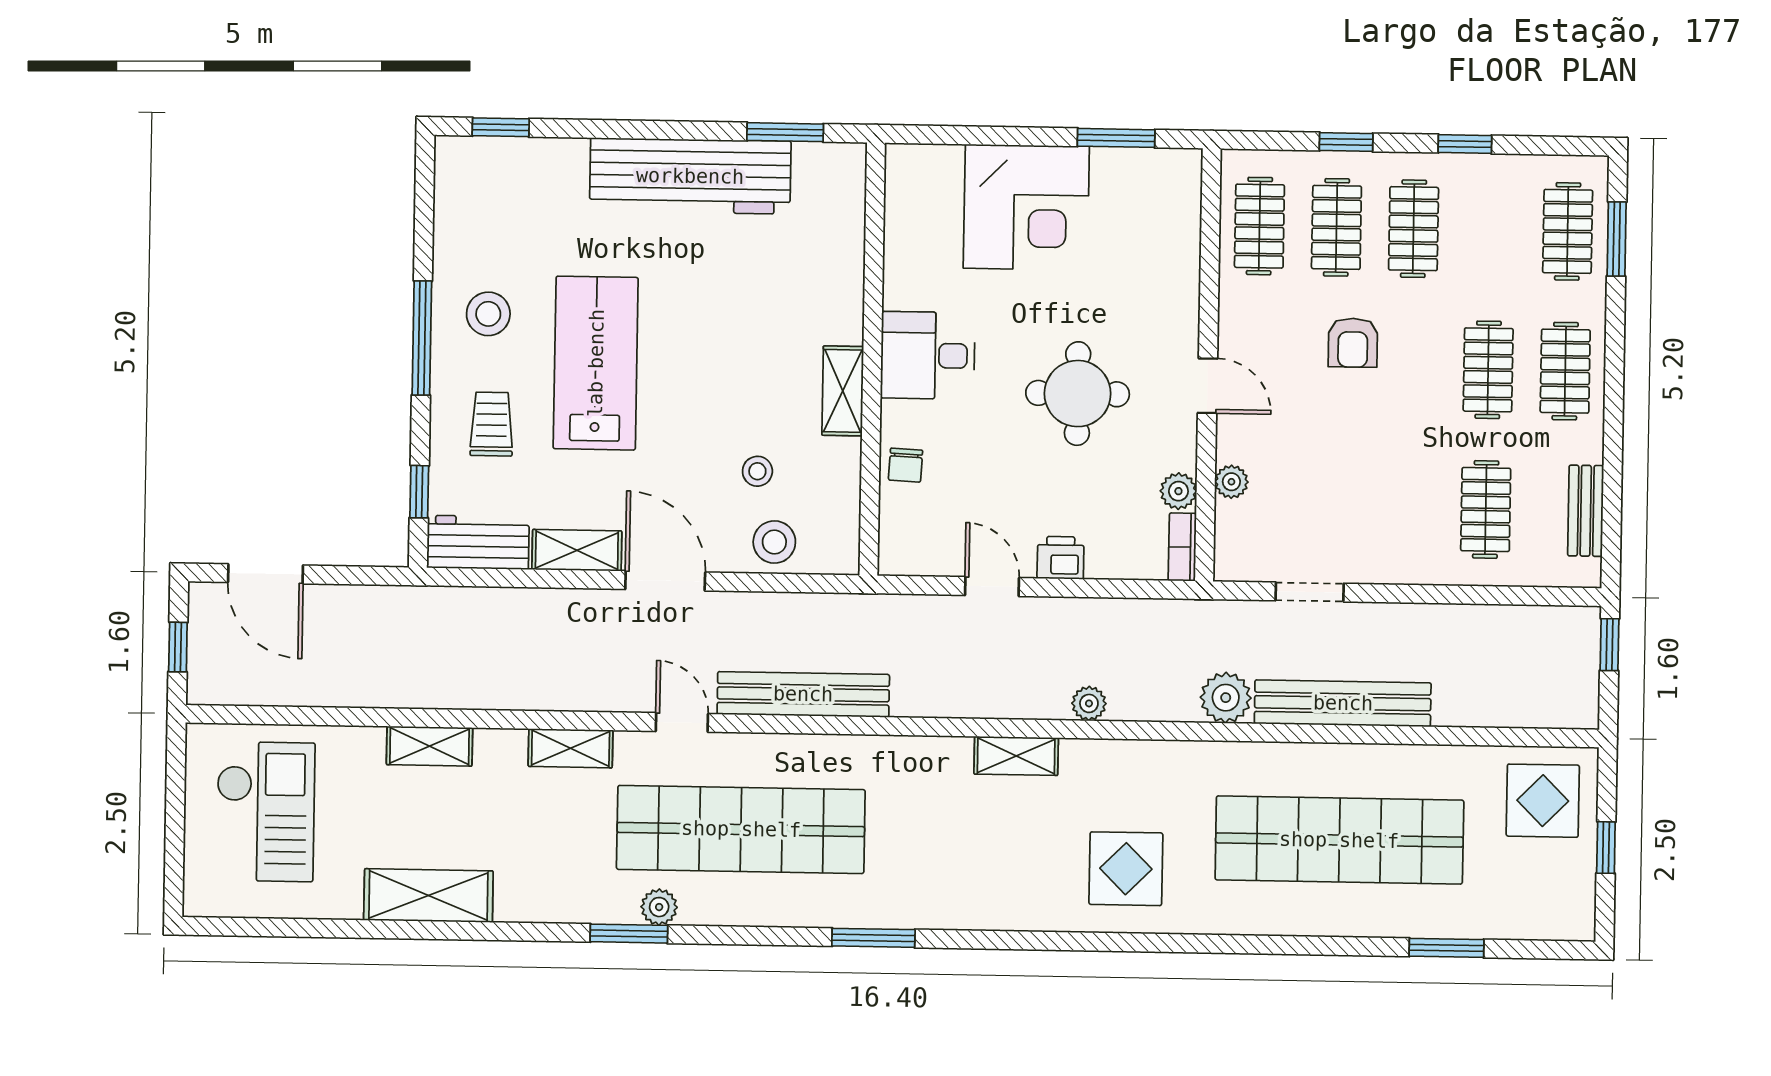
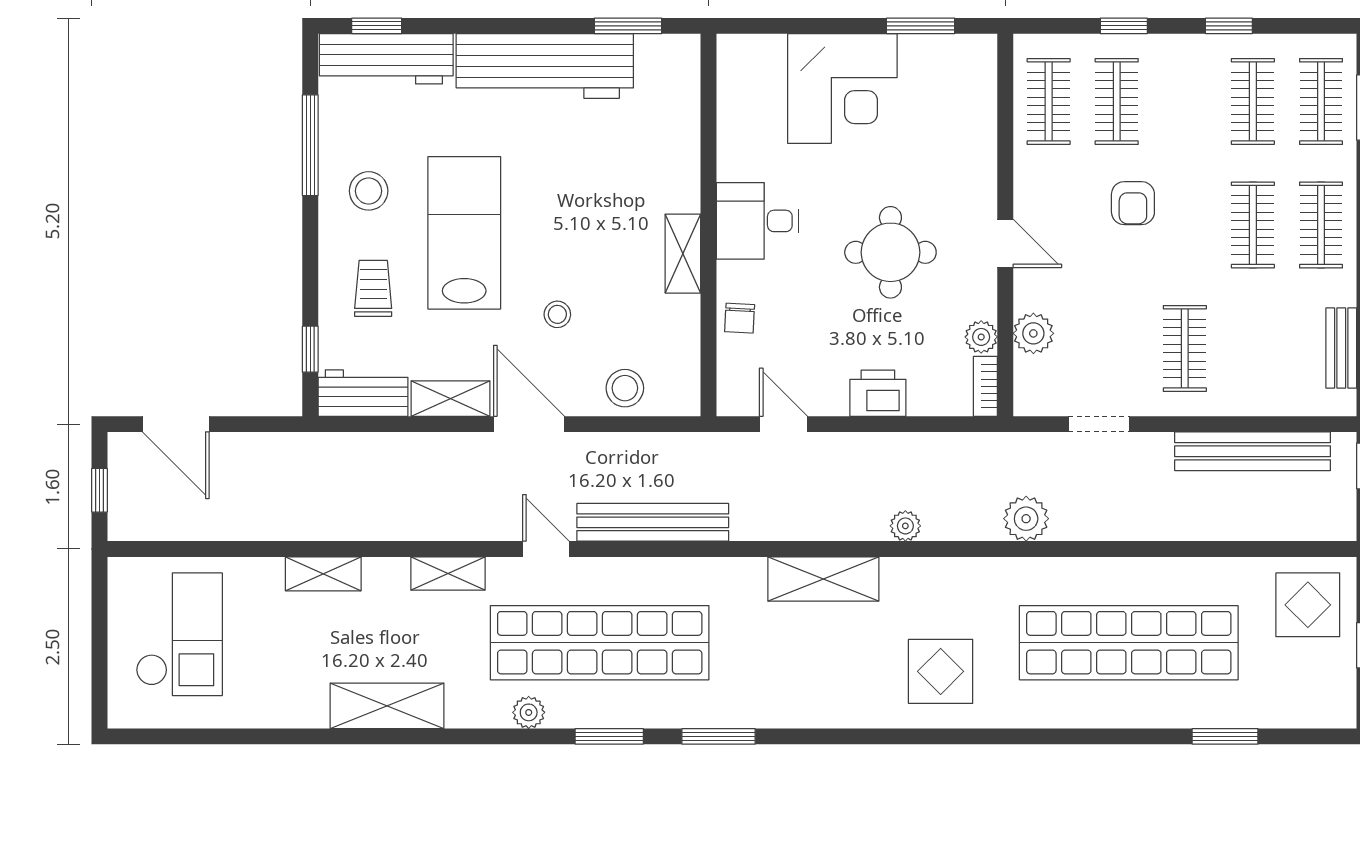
workbench: (511, 165) -> (386, 59), added
clothes rail: (1414, 229) -> (1253, 101), moved
window: (422, 338) -> (310, 145), moved
stool: (757, 471) -> (557, 314), moved
plant: (1231, 482) -> (1033, 333), width x1.38, depth x1.38
clothes rail: (1486, 509) -> (1185, 348), moved
printer: (1061, 558) -> (878, 393), width x1.36, depth x1.24
door: (992, 586) -> (784, 424), moved
bench: (1343, 703) -> (1253, 451), moved
shelving: (1016, 756) -> (823, 579), width x1.50, depth x1.33
shelving: (428, 896) -> (387, 706), moved
window: (629, 934) -> (609, 736), moved

